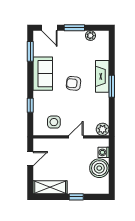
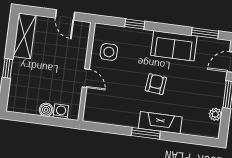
plant: (103, 129) -> (91, 114), removed
boiler: (99, 168) -> (46, 110), width x0.54, depth x0.54

